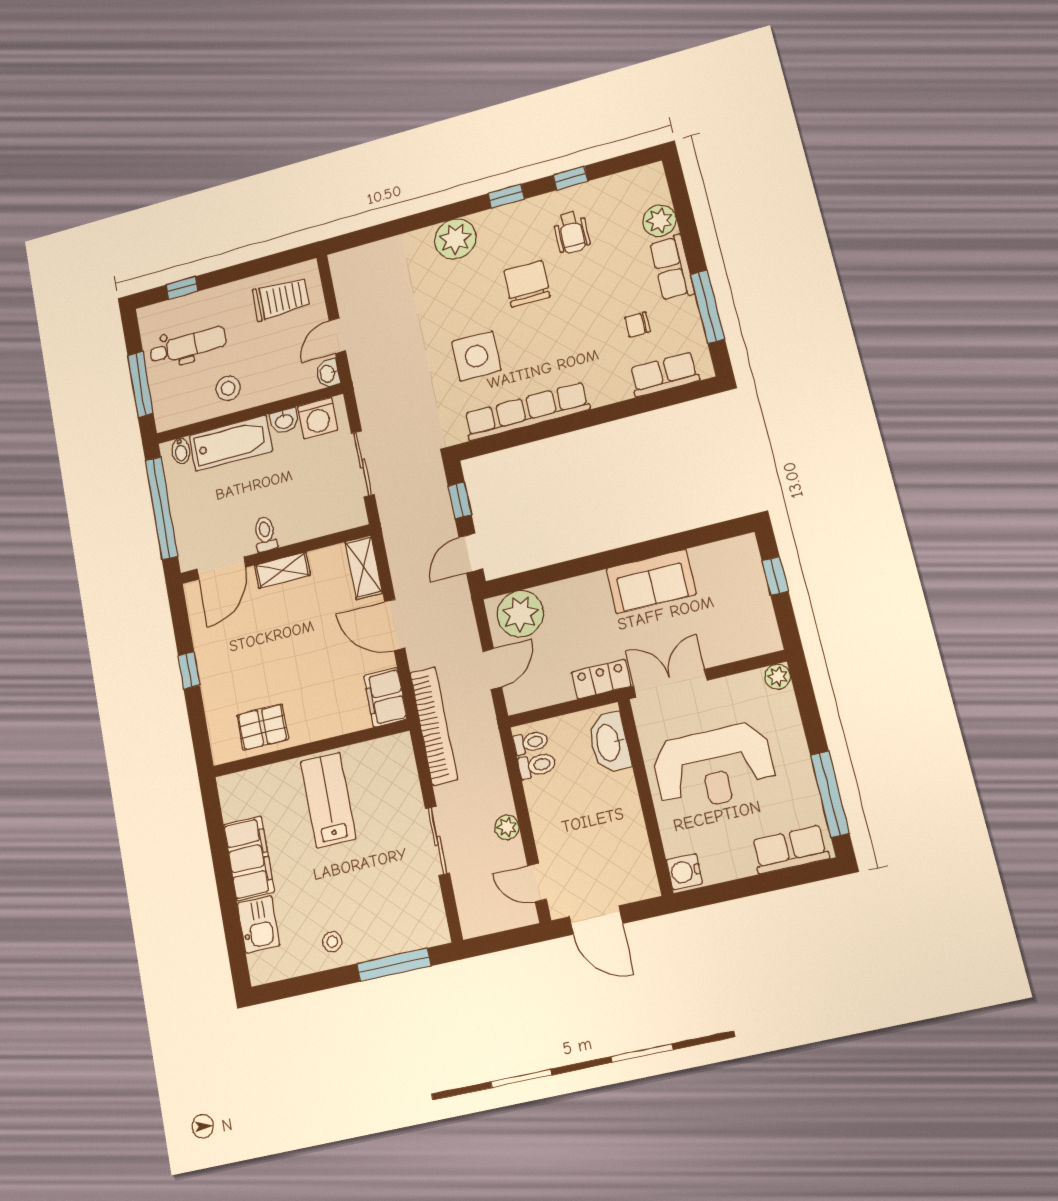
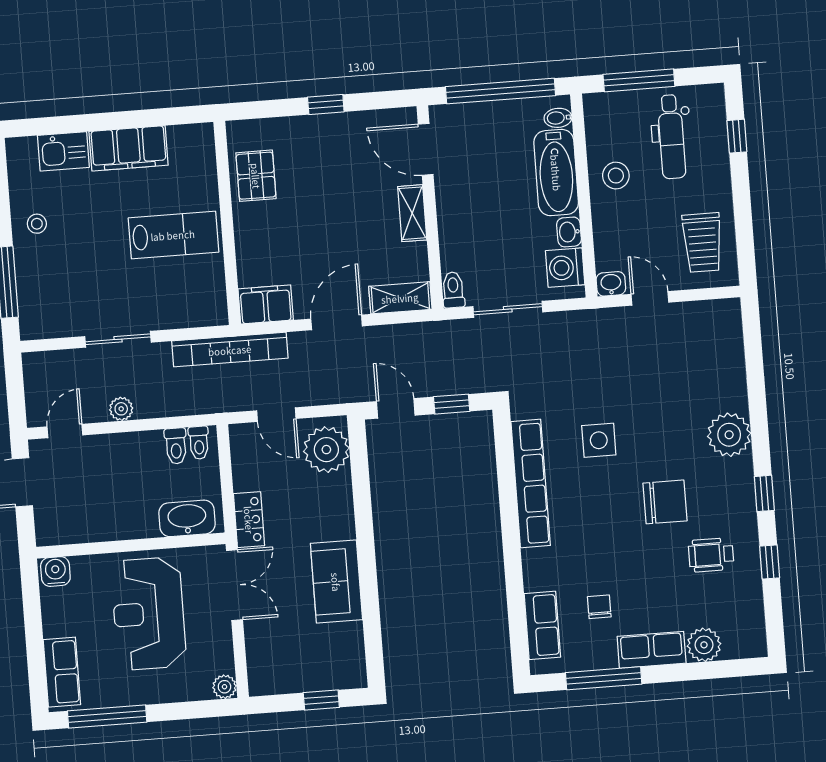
side table: (476, 356) -> (599, 440), width x0.73, depth x0.73
toilet: (265, 534) -> (453, 290), moved, turned -90

